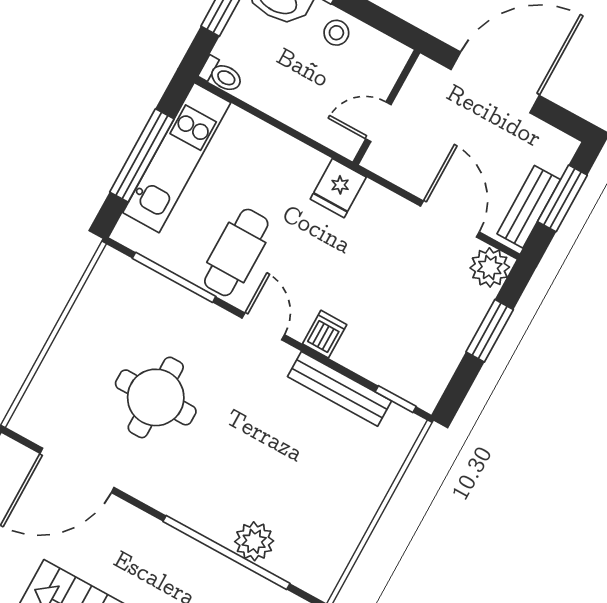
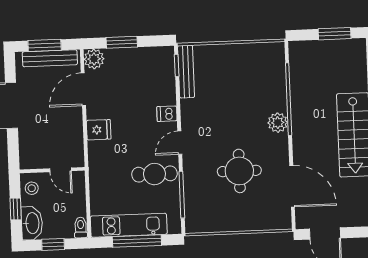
wall: (386, 107) -> (52, 170), moved
door: (378, 122) -> (61, 170), moved
fridge: (338, 188) -> (99, 130), moved
bench: (529, 207) -> (50, 58), width x1.36
bench: (339, 389) -> (186, 72), moved
plant: (254, 541) -> (278, 123), moved

